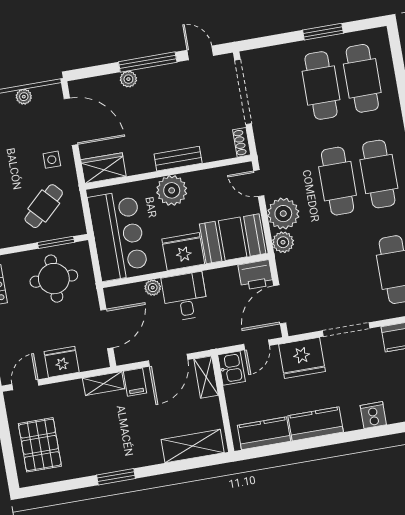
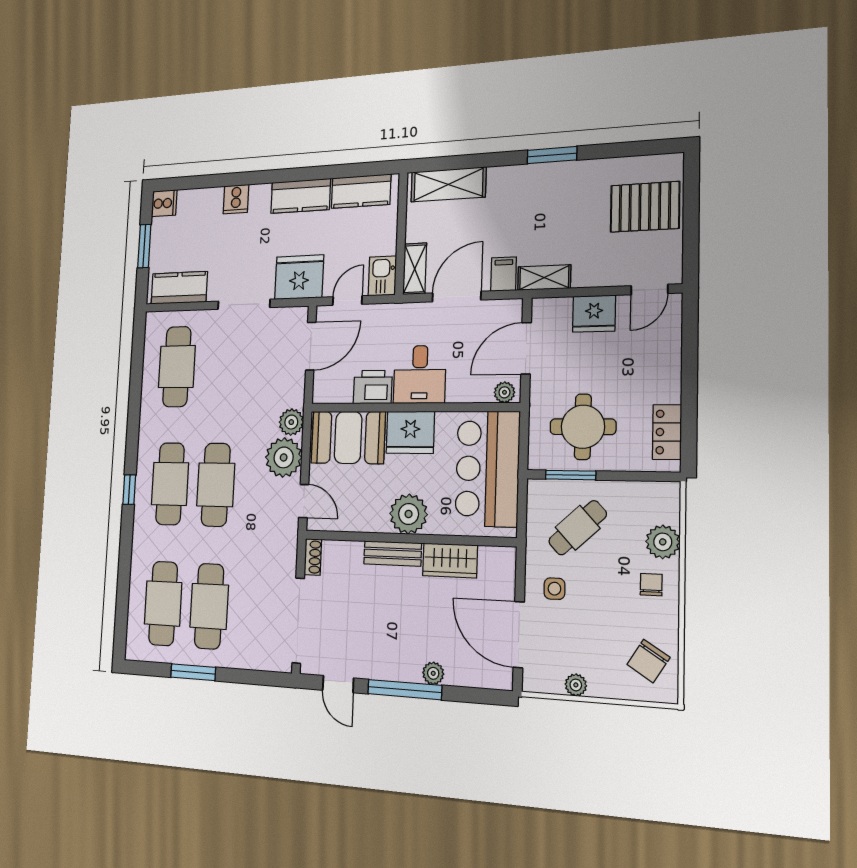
wardrobe: (103, 168) -> (450, 560), moved
printer: (256, 275) -> (373, 387), moved
plant: (153, 288) -> (504, 392), moved
pallet: (40, 445) -> (645, 207), turned 90

